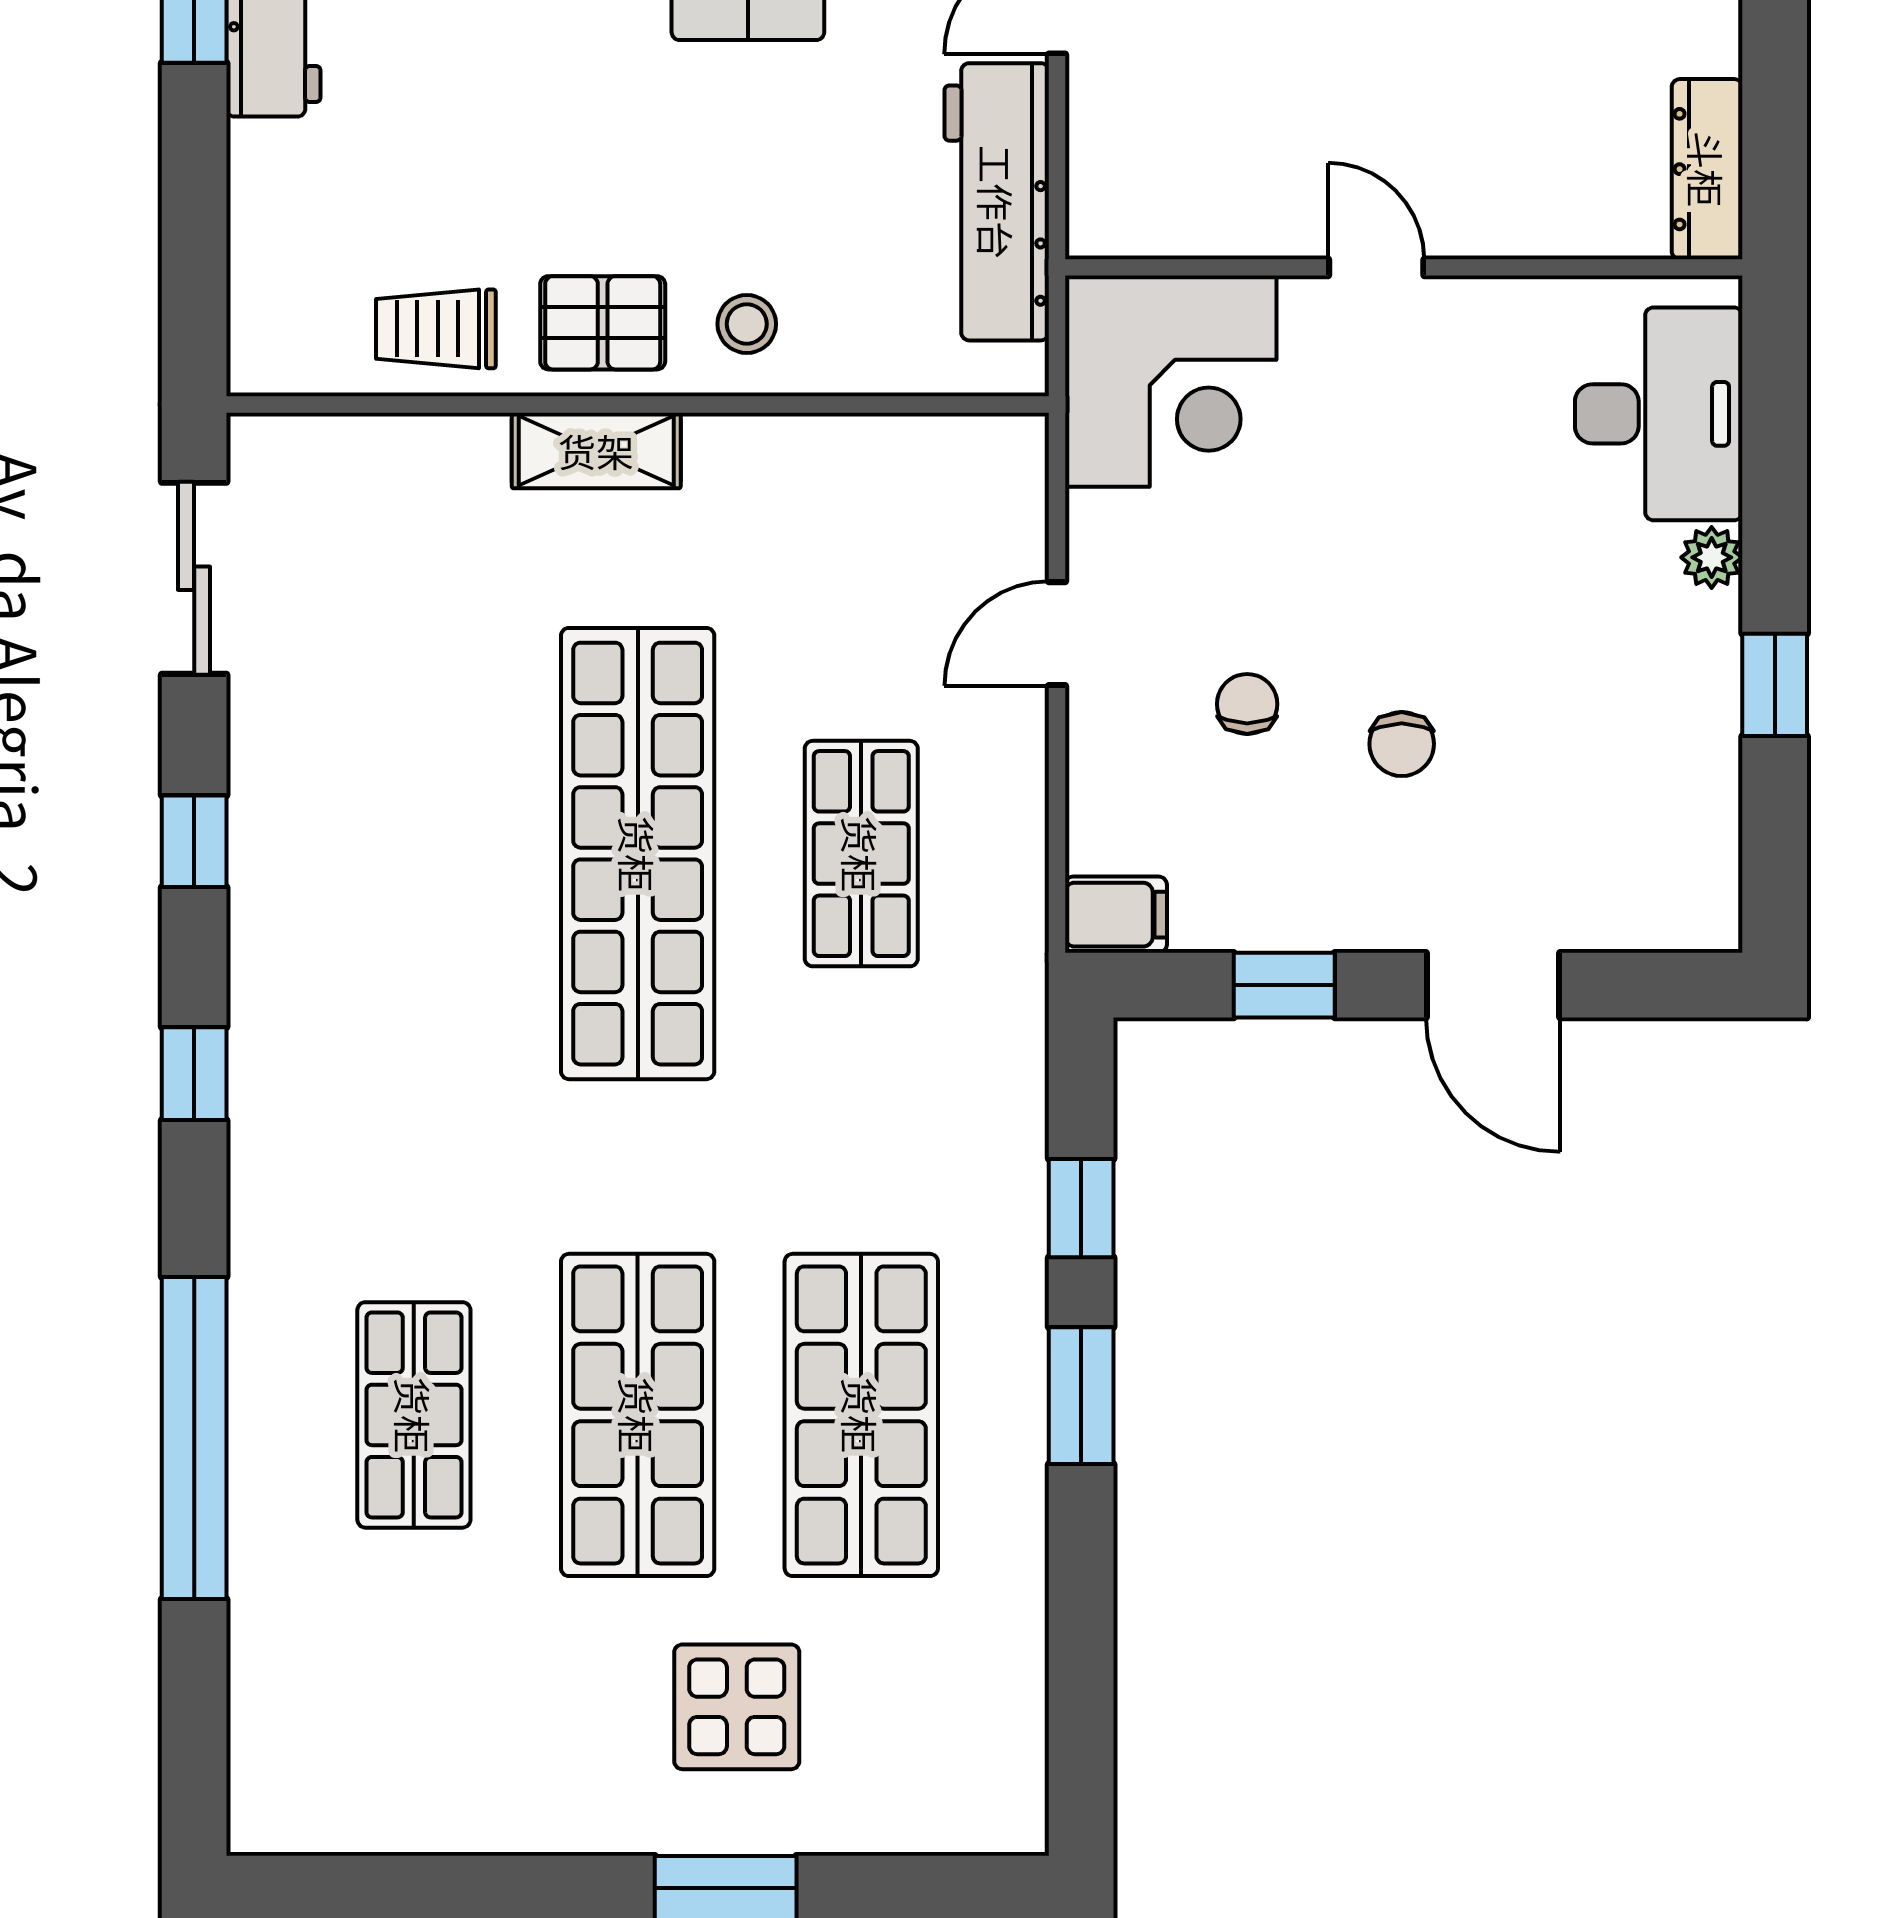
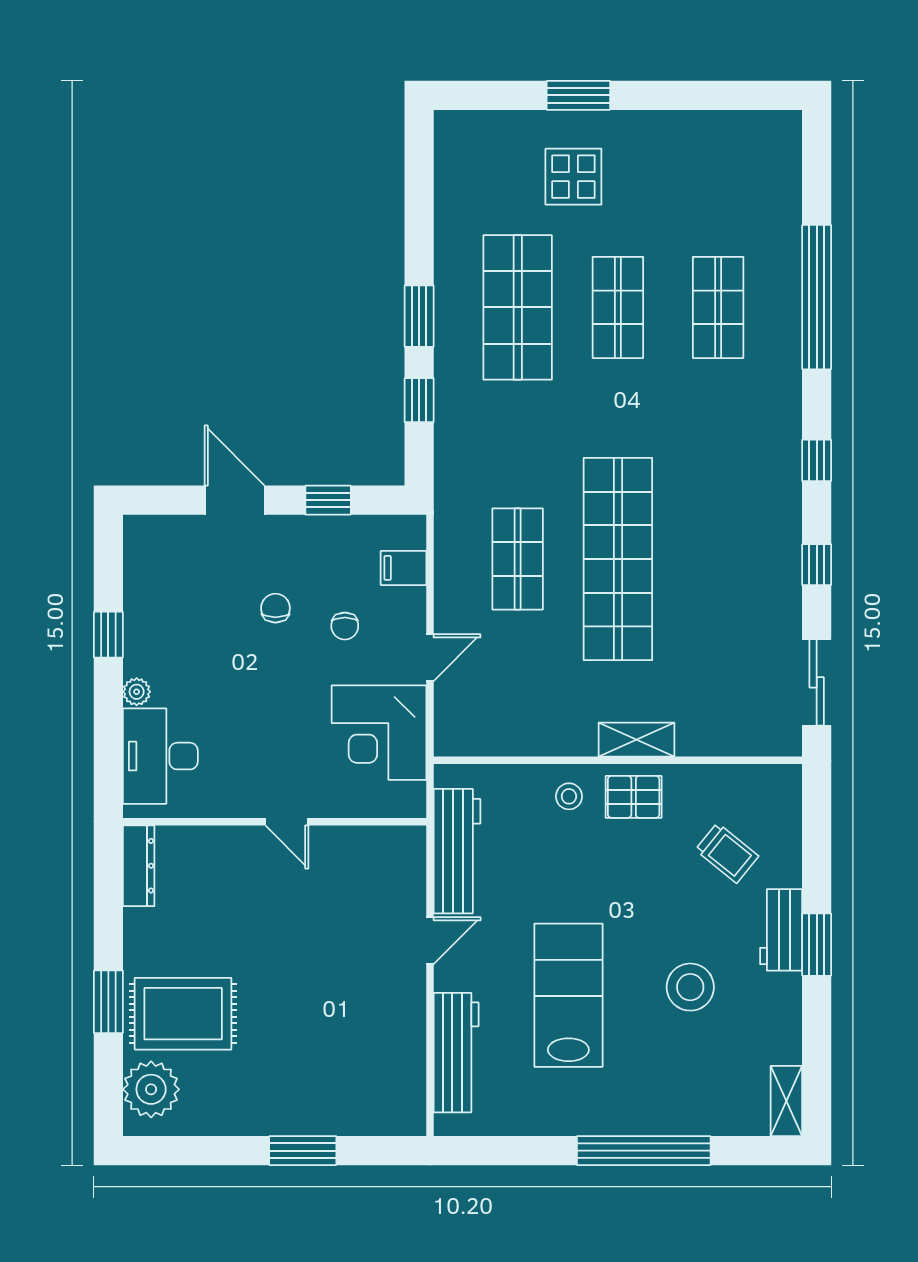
trolley: (436, 329) -> (727, 853), moved, turned 39
corner desk: (1171, 381) -> (379, 733), moved, turned -90
filing cabinet: (1116, 915) -> (404, 568), moved
shop shelf: (638, 1415) -> (618, 307), width x0.70, depth x0.74

